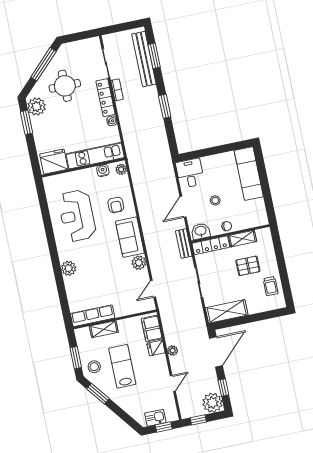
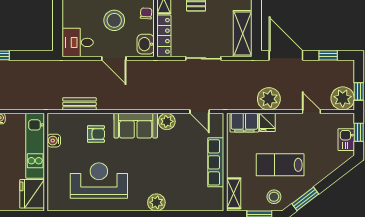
plant: (121, 169) -> (57, 120), removed
stool: (215, 200) -> (114, 20), width x1.89, depth x1.89
reception desk: (77, 216) -> (99, 181), turned 180
bench: (184, 244) -> (79, 104), moved
row of seats: (93, 316) -> (216, 162), moved
shelving: (104, 329) -> (234, 193), moved
plant: (173, 351) -> (269, 99), width x1.87, depth x1.87
plant: (212, 403) -> (343, 98), moved

